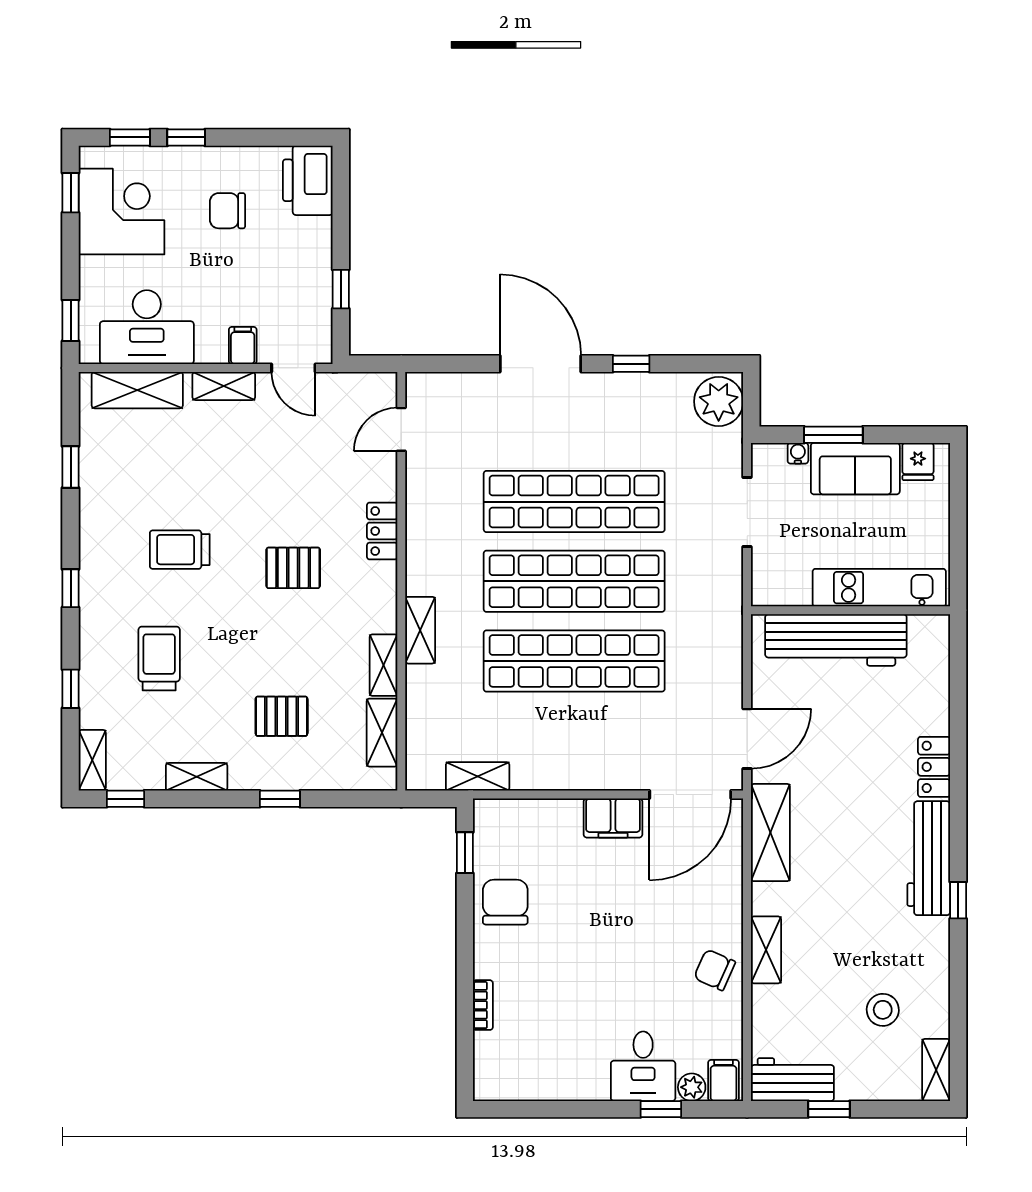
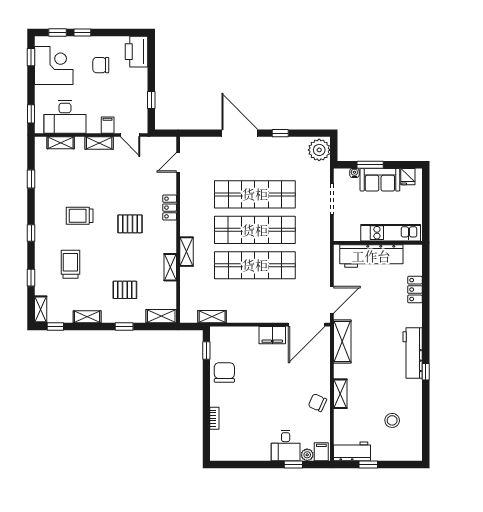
shelving: (137, 390) -> (61, 143), width x0.67, depth x0.75
shelving: (382, 733) -> (161, 316), moved, turned 90
locker: (934, 767) -> (415, 290), moved
shelving: (936, 1070) -> (416, 447), removed

